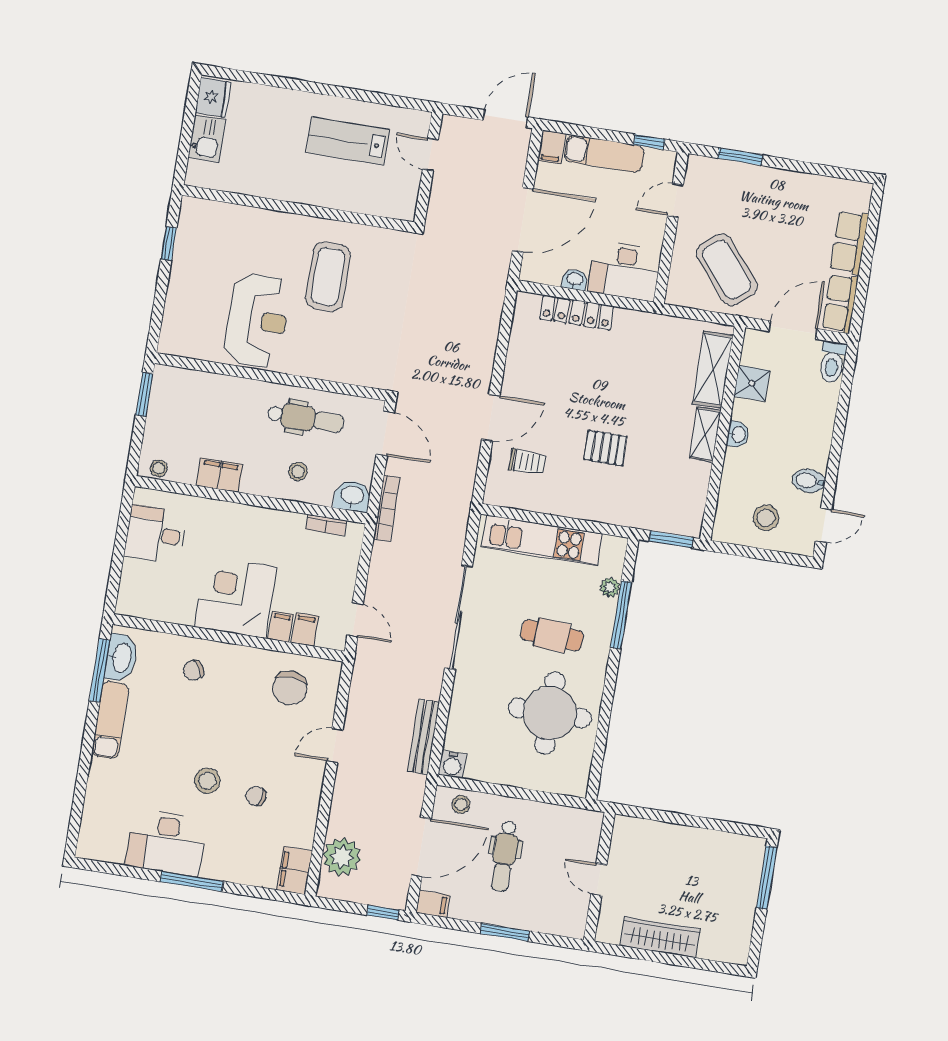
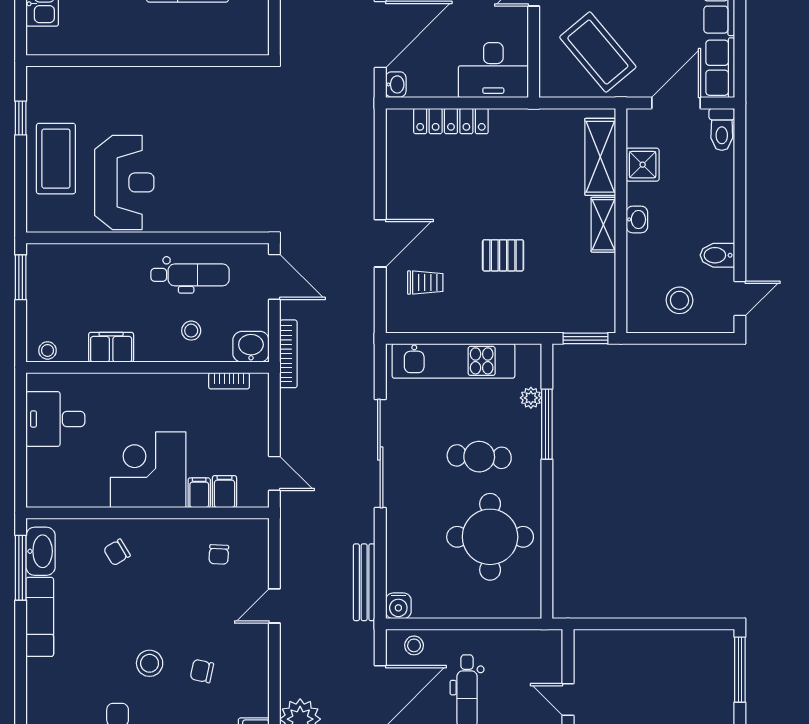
coffee table: (328, 277) -> (56, 159), moved
washbasin: (575, 280) -> (396, 84), moved, turned 90
chair: (290, 688) -> (219, 554), width x0.54, depth x0.54

